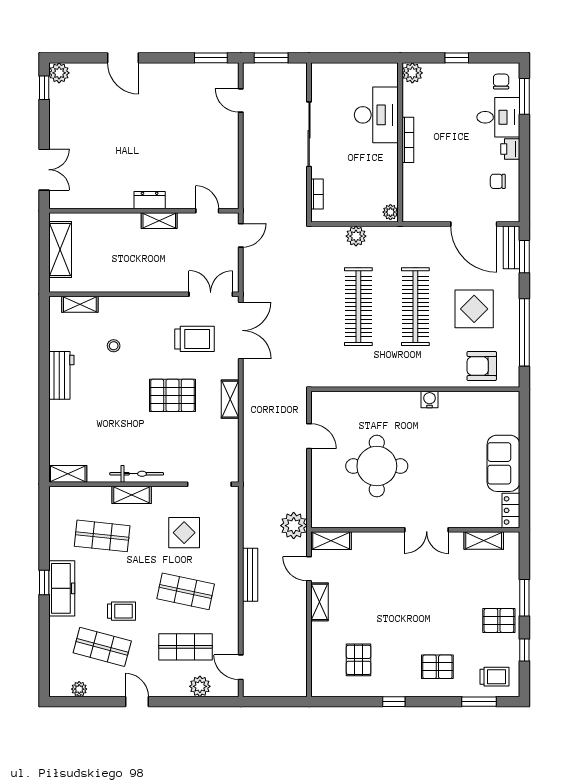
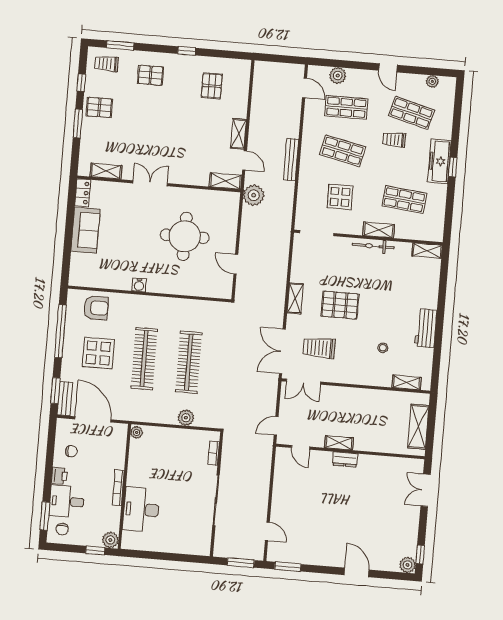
plant: (412, 73) -> (110, 540), moved
desk: (376, 115) -> (141, 509), moved
bookcase: (408, 140) -> (118, 488), moved
wall: (400, 142) -> (124, 486), moved
plant: (390, 212) -> (137, 432), moved

